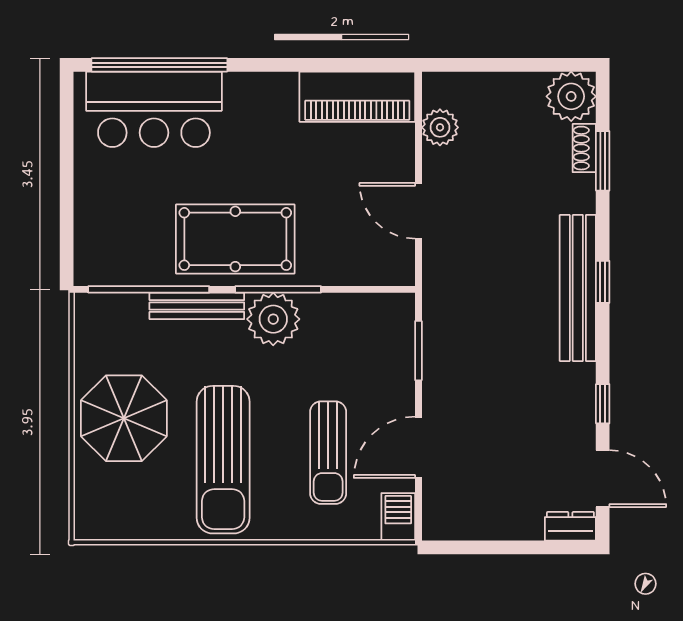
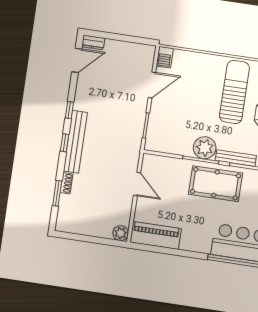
plant: (571, 96) -> (66, 222), removed
plant: (440, 127) -> (121, 233), moved
shoe rack: (584, 148) -> (66, 183), moved
window: (603, 404) -> (69, 110), moved
sun lounger: (328, 453) -> (190, 88), removed
door: (603, 479) -> (77, 60), swing flipped

